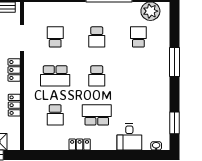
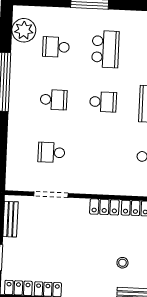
locker: (14, 70) -> (104, 207), moved
school desk: (55, 76) -> (105, 49), moved

